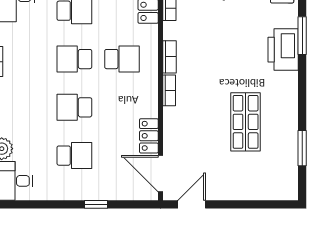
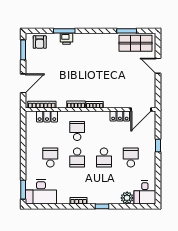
printer: (283, 50) -> (67, 39), width x0.53, depth x0.68
shop shelf: (246, 122) -> (136, 43), moved
door: (192, 204) -> (158, 66), moved

